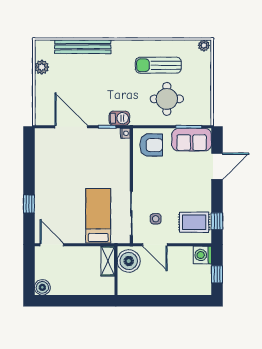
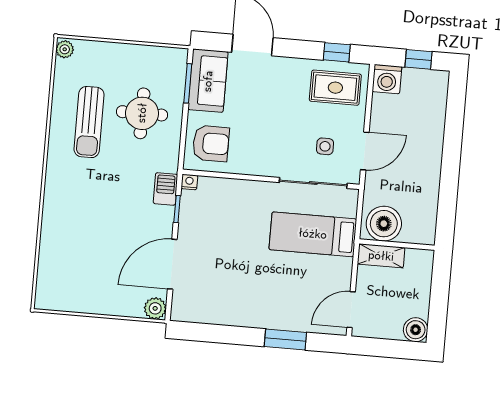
bench: (83, 47) -> (51, 236), removed
plant: (42, 67) -> (155, 308), moved
armchair: (151, 145) -> (211, 143), turned 90
window: (29, 204) -> (285, 339), width x1.50
rug: (194, 222) -> (335, 88), turned 90
shelving: (108, 261) -> (381, 256), moved
boiler: (129, 261) -> (384, 224), moved
wall: (116, 271) -> (397, 245), moved

